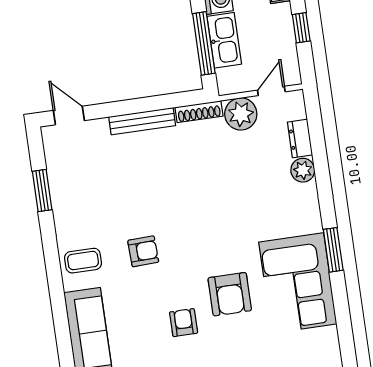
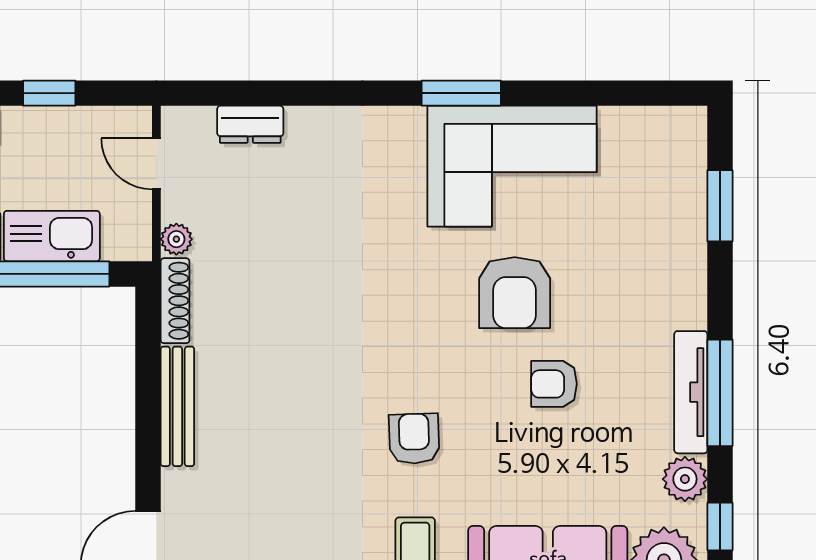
plant: (241, 114) -> (176, 239), width x0.53, depth x0.53
plant: (303, 170) -> (309, 128), removed
armchair: (230, 294) -> (515, 293), turned 90

